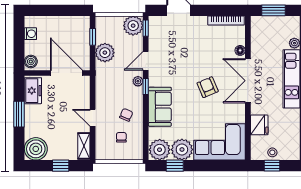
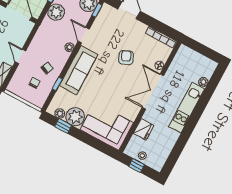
window: (274, 10) -> (201, 49), removed
door: (146, 61) -> (84, 35), hinge flipped
window: (146, 87) -> (57, 84), moved
armchair: (208, 87) -> (126, 58), moved
sofa: (160, 107) -> (79, 70), width x1.36
plant: (160, 150) -> (60, 113), width x0.53, depth x0.53

